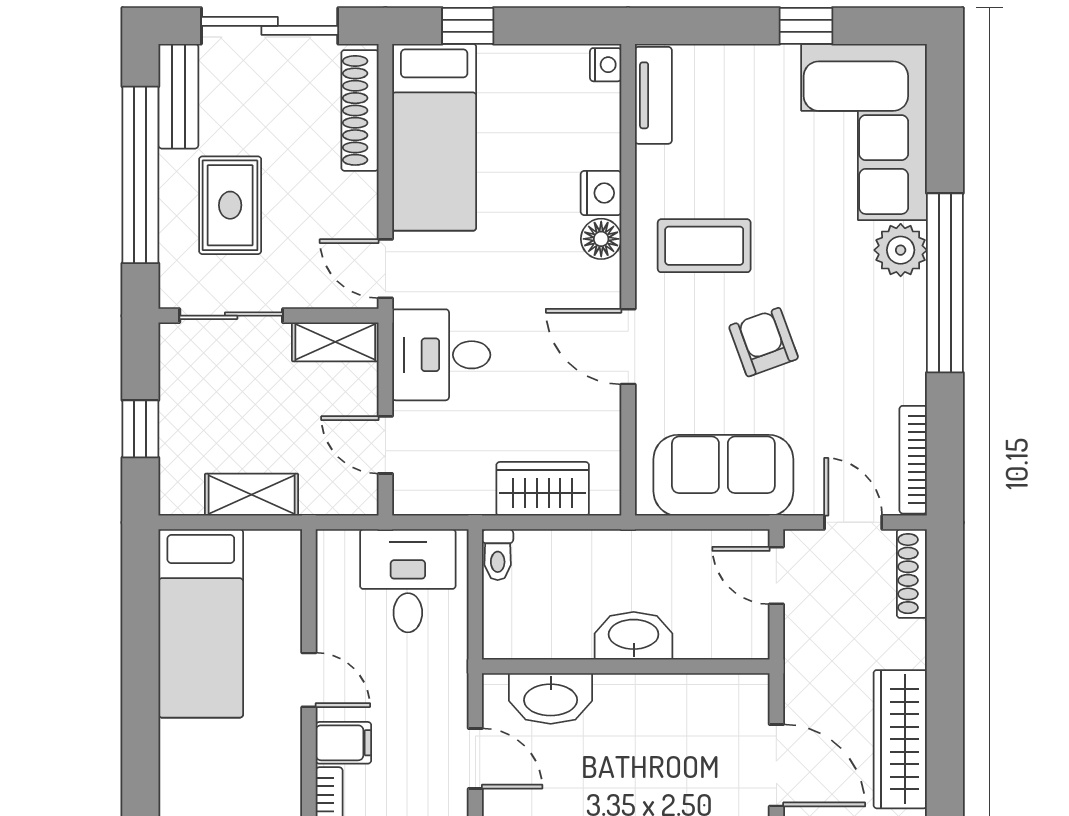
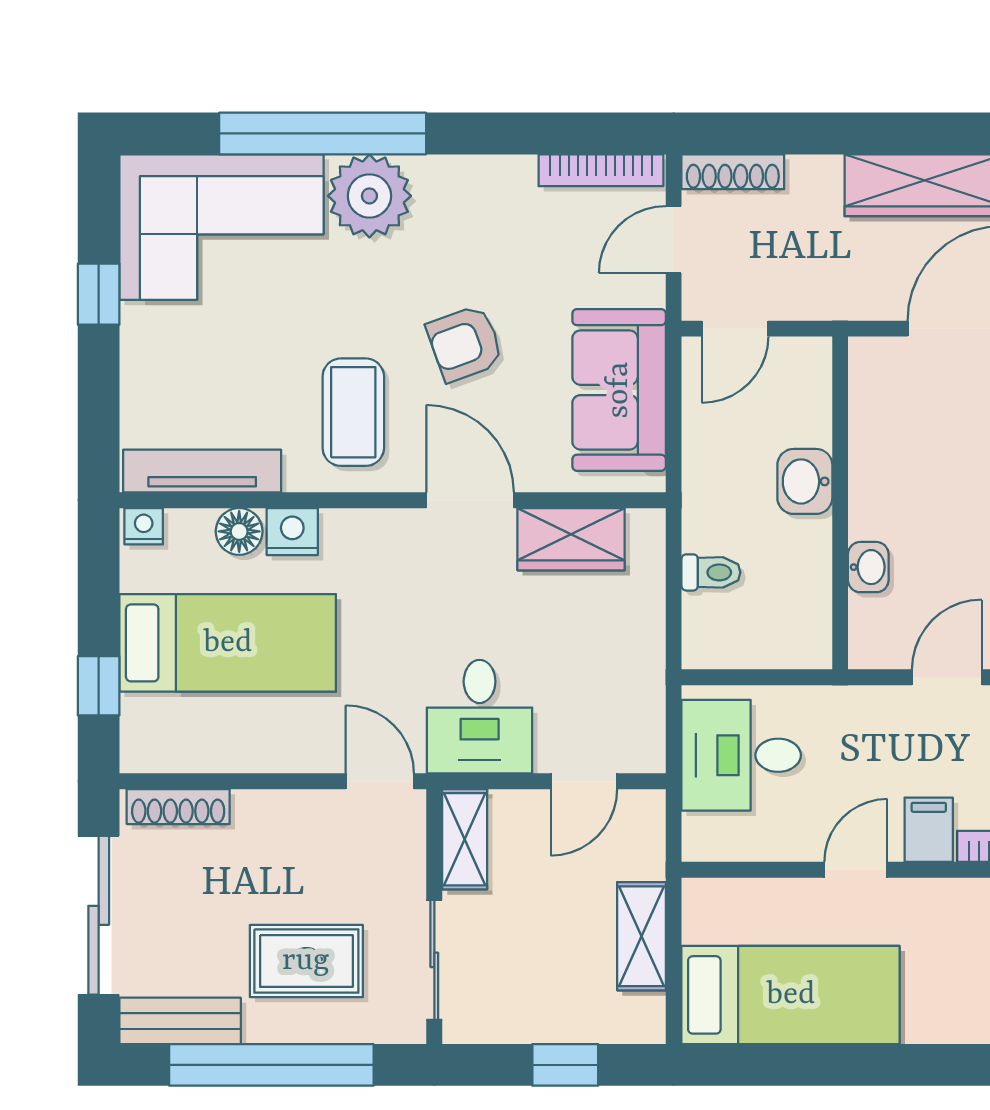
tv unit: (653, 95) -> (202, 471), width x1.41
shoe rack: (360, 110) -> (178, 807), width x0.74, depth x0.81
bed: (434, 137) -> (228, 643), moved
floor lamp: (601, 239) -> (239, 531), moved
plant: (901, 250) -> (369, 196), width x1.36, depth x1.36
door: (385, 269) -> (380, 781), swing flipped
window: (945, 283) -> (323, 133), moved
door: (628, 347) -> (470, 500), swing flipped
wardrobe: (543, 489) -> (571, 539), moved, turned -90
toilet: (498, 555) -> (711, 572), moved
washbasin: (634, 636) -> (805, 481), width x0.72
washbasin: (551, 698) -> (868, 567), width x0.52, depth x0.69

